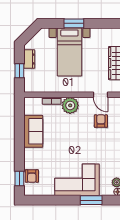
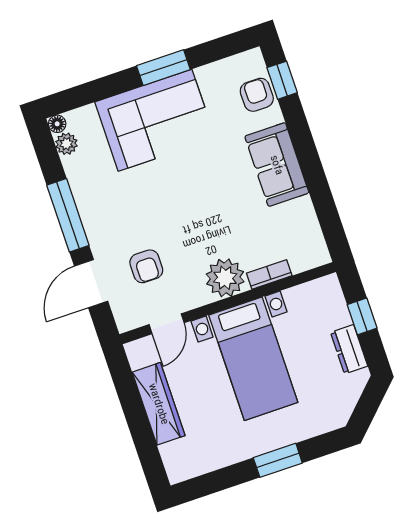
bed with nightstands: (69, 52) -> (253, 359), moved, turned 180
door: (101, 95) -> (167, 324), swing flipped
sofa: (33, 131) -> (277, 165), moved
window: (91, 200) -> (163, 68), moved

